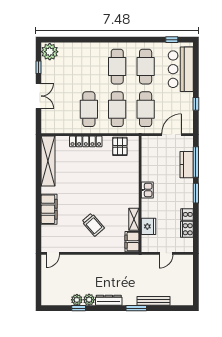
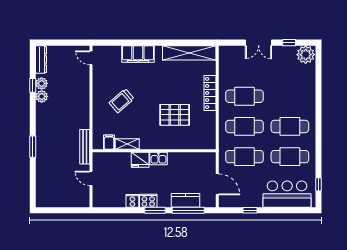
pallet: (120, 146) -> (175, 115), moved, width x1.50, depth x1.42
fridge: (148, 226) -> (140, 160), moved
cooker: (187, 229) -> (148, 201), moved
filing cabinet: (132, 242) -> (109, 142), width x0.50
dresser: (109, 300) -> (41, 59), moved
bench: (153, 301) -> (85, 147), moved

